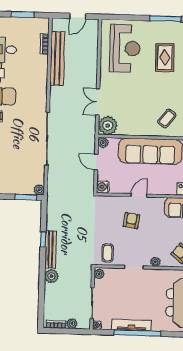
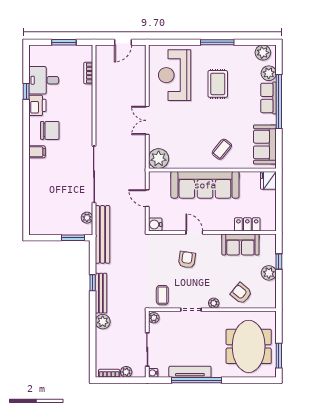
reception desk: (125, 48) -> (175, 75), turned 180
bench: (57, 58) -> (102, 234), moved
double door: (98, 102) -> (147, 120), moved
plant: (103, 143) -> (154, 177), removed
plant: (39, 190) -> (87, 218), moved
door: (139, 195) -> (194, 232), hinge flipped

